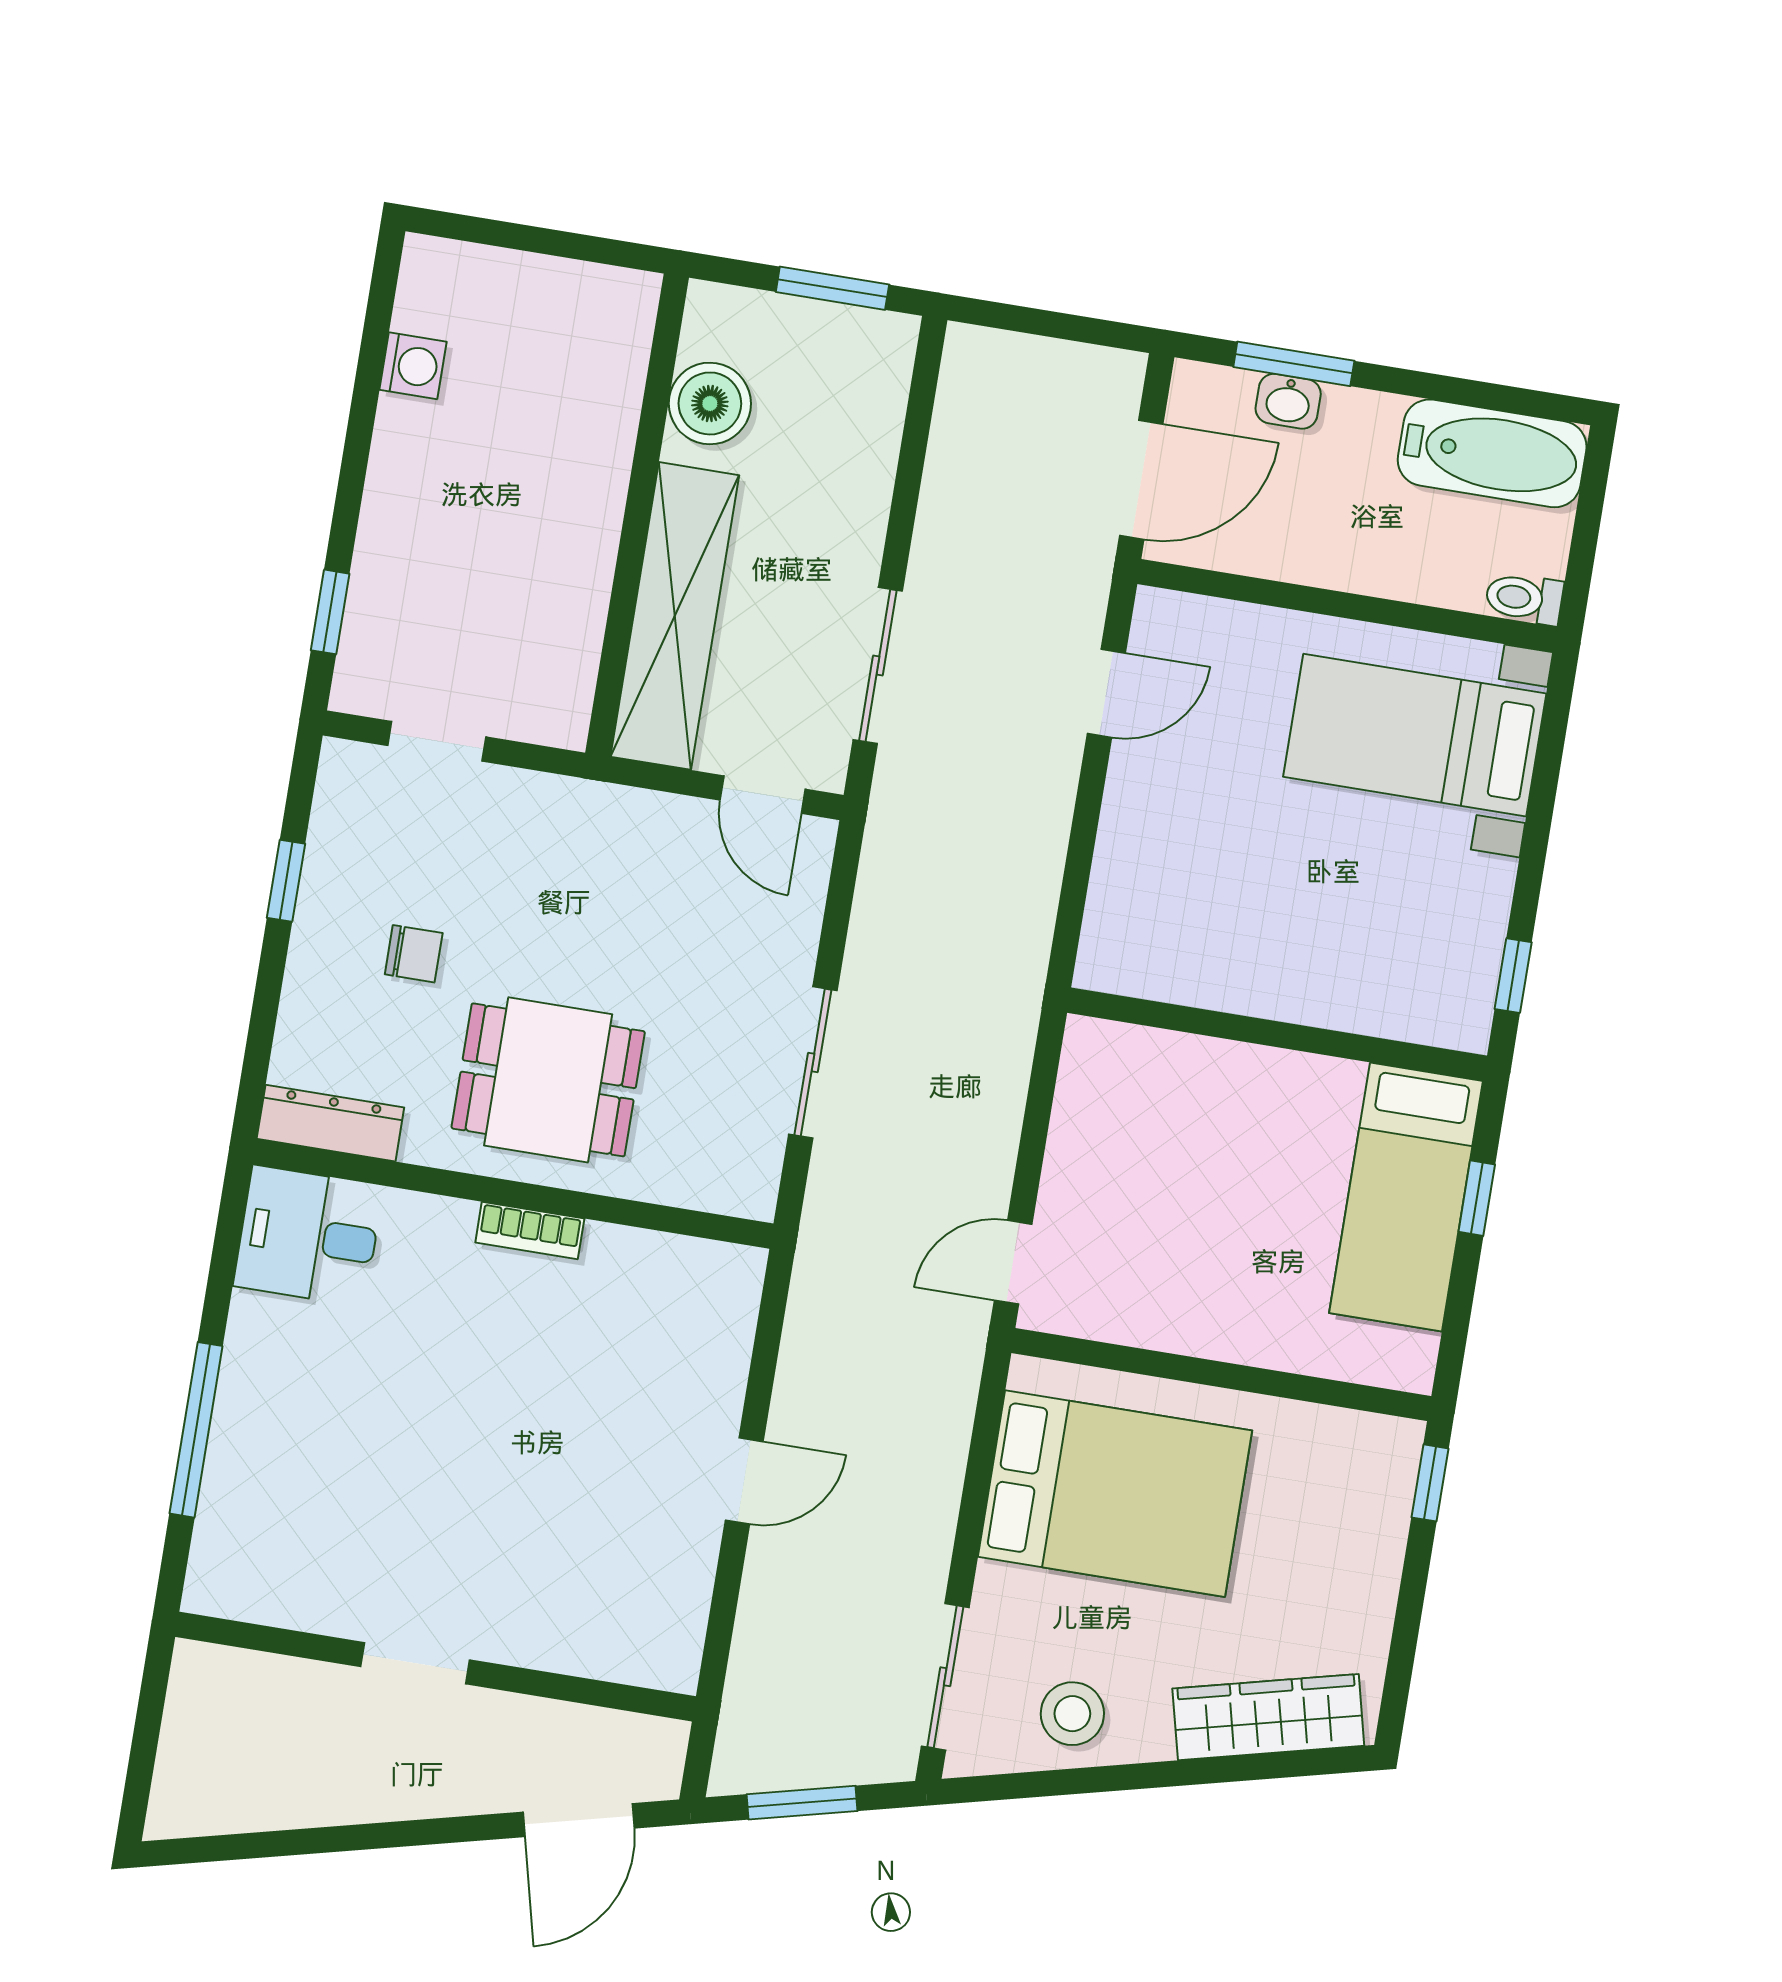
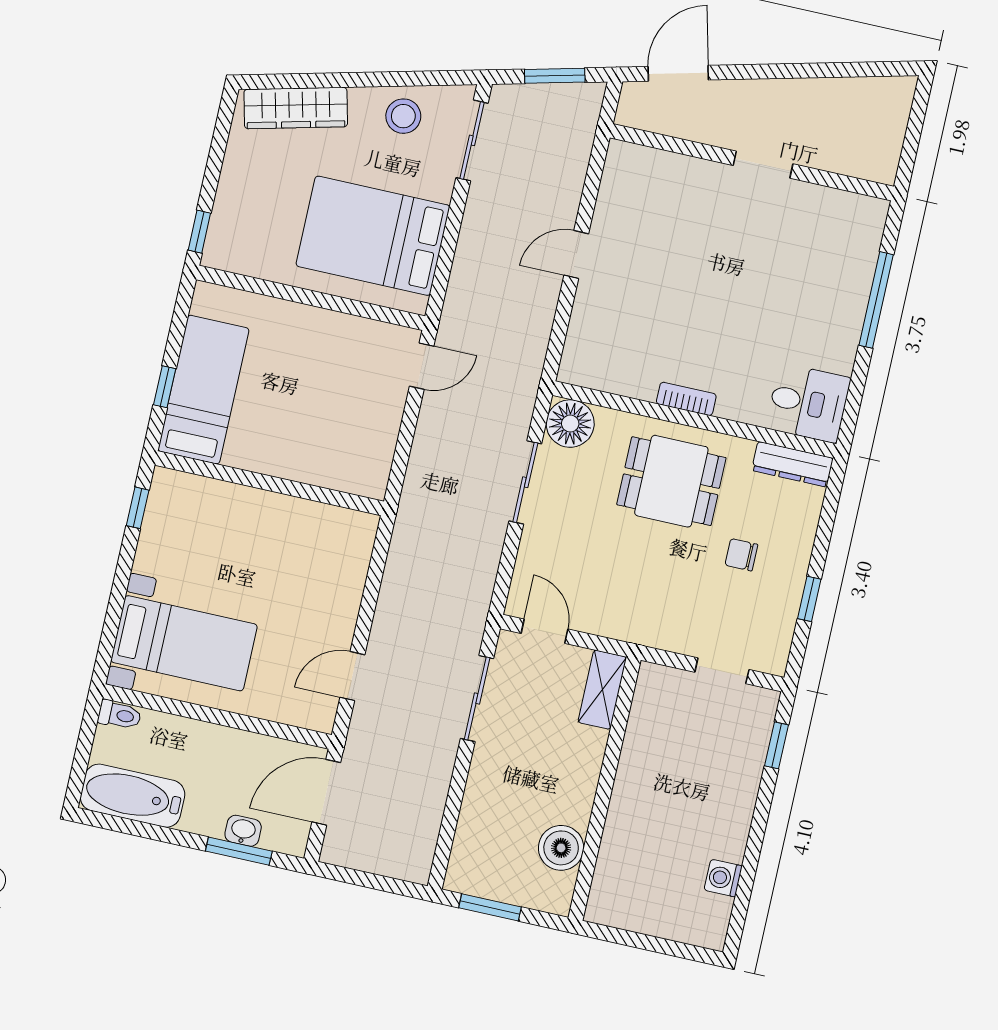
shelving: (675, 616) -> (602, 690), width x0.45, depth x0.75
floor lamp: (738, 1174) -> (570, 424), added

